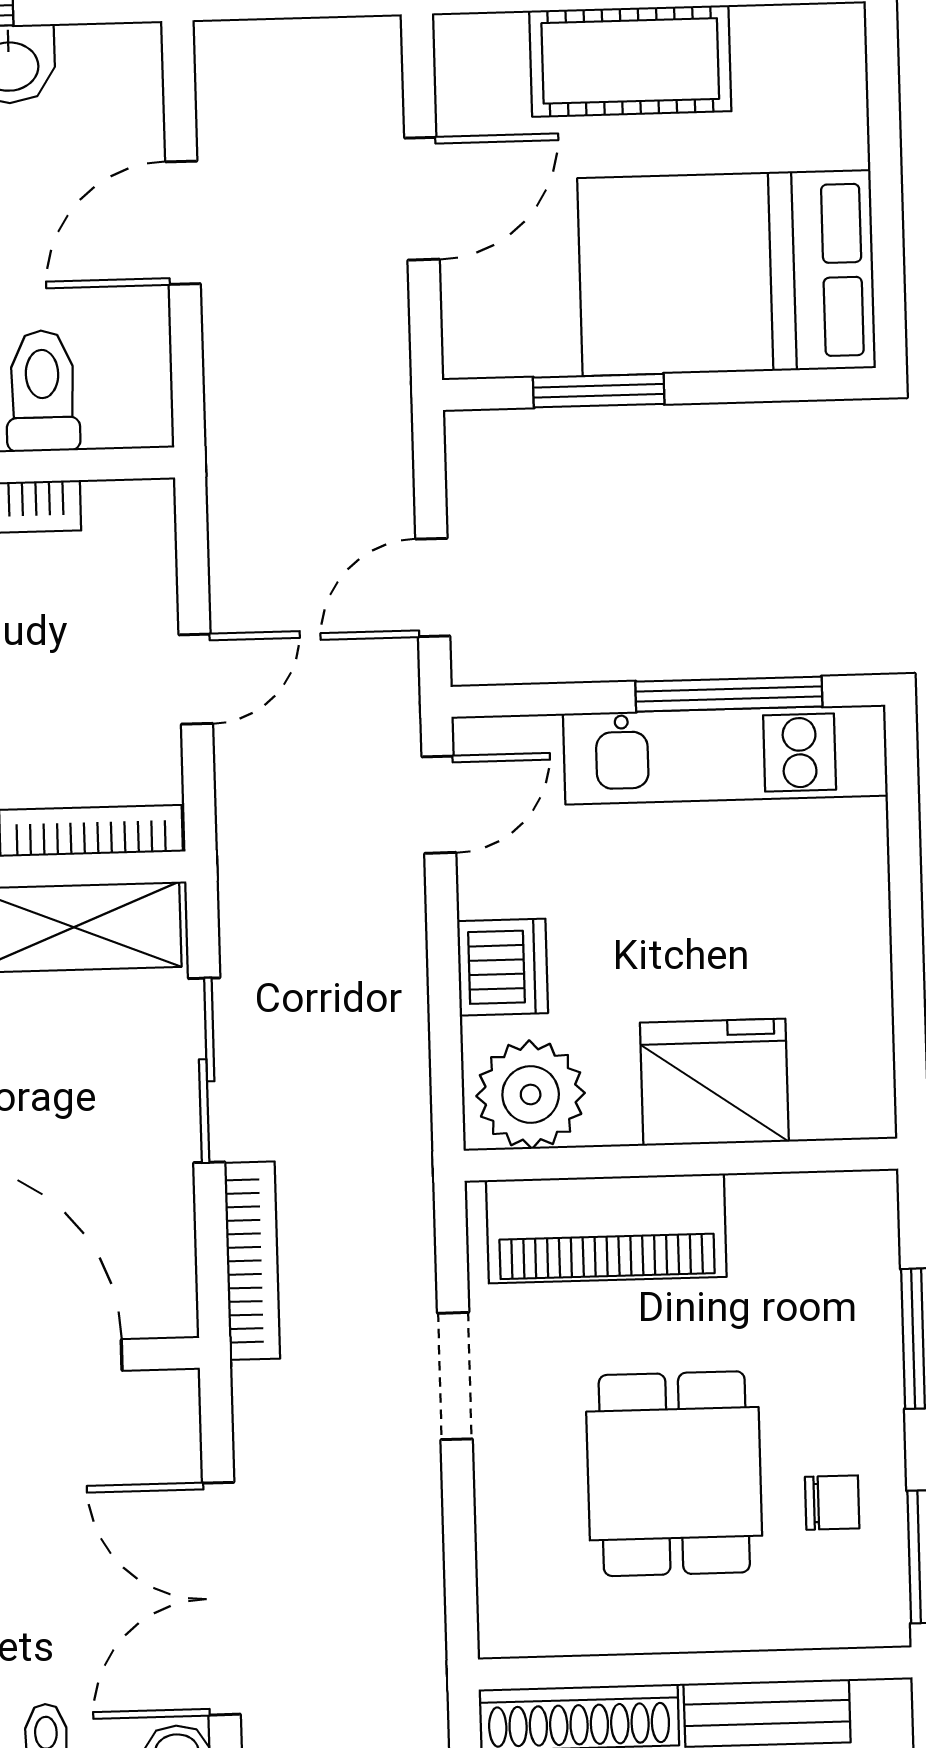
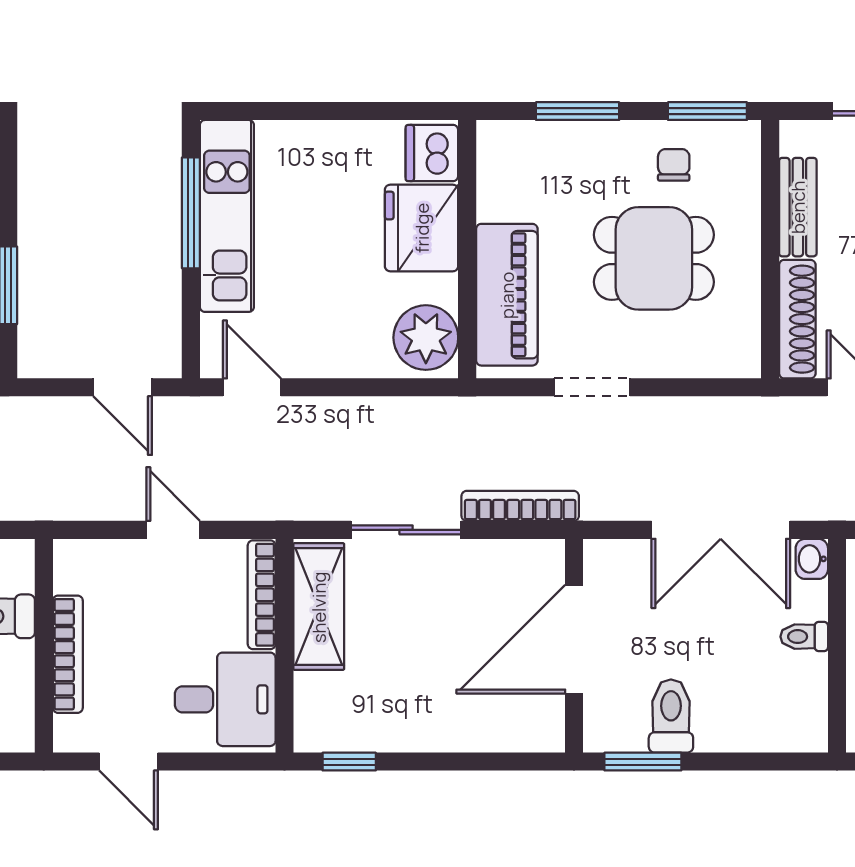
dishwasher: (503, 967) -> (432, 153), moved, turned -90

